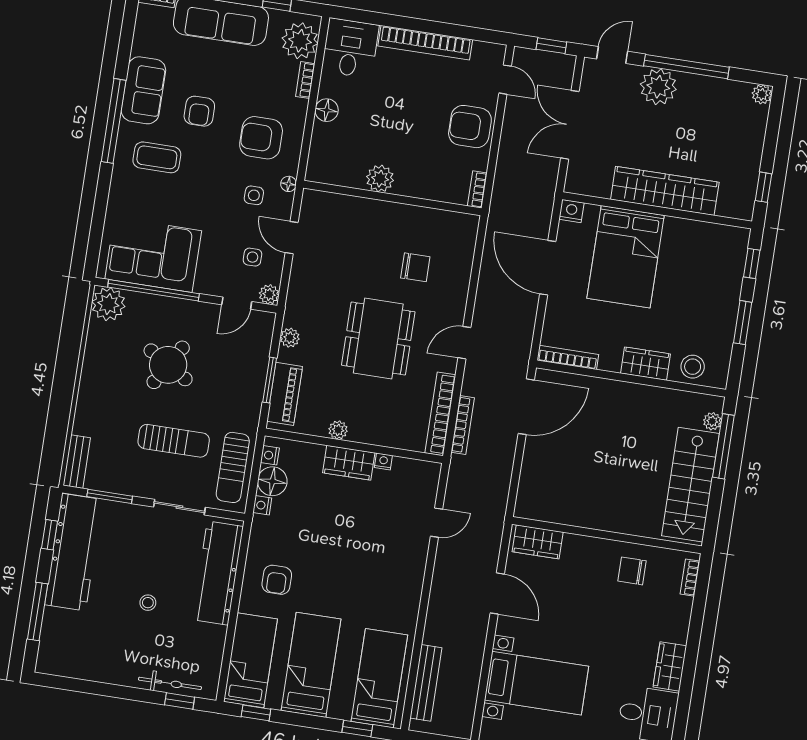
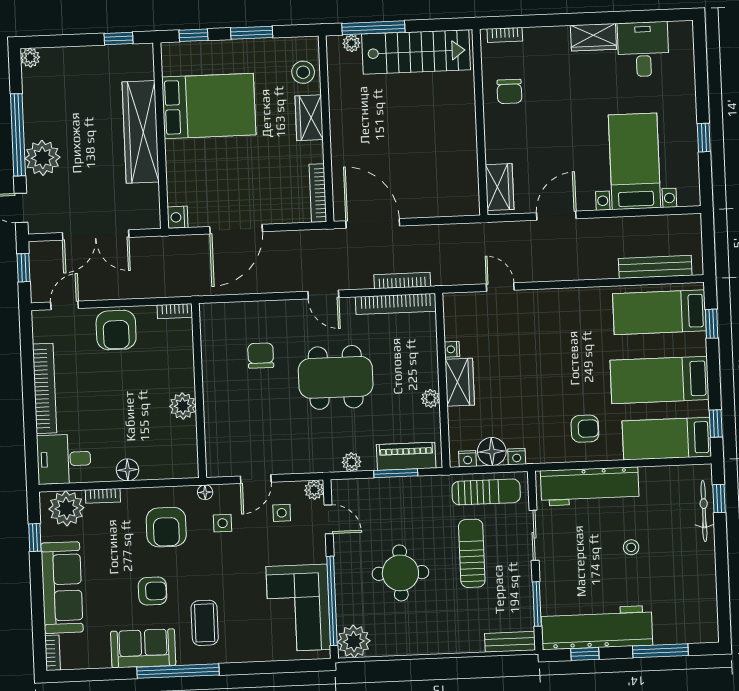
bed: (626, 257) -> (209, 106), moved
round table: (168, 365) -> (400, 573), turned -31

